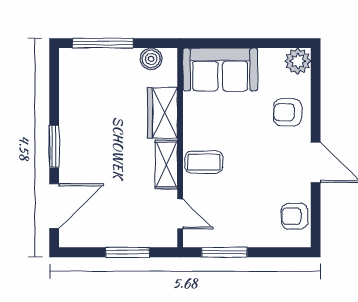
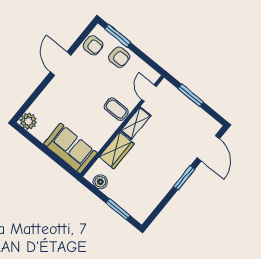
window: (103, 43) -> (118, 209), width x0.69
armchair: (288, 112) -> (119, 57), moved
door: (54, 206) -> (208, 148), swing flipped
window: (224, 252) -> (118, 36), moved

